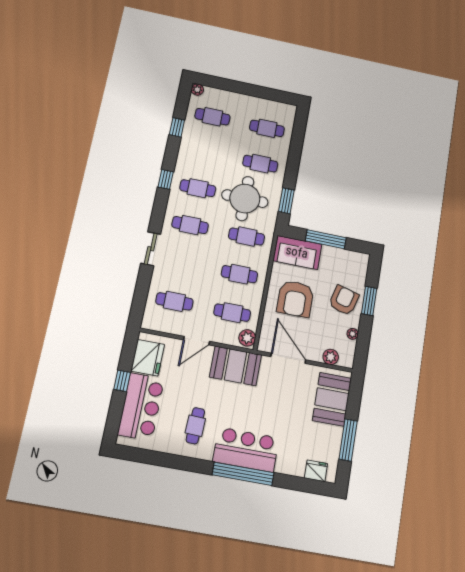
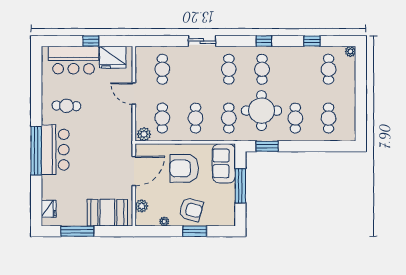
booth: (236, 366) -> (120, 129), removed

